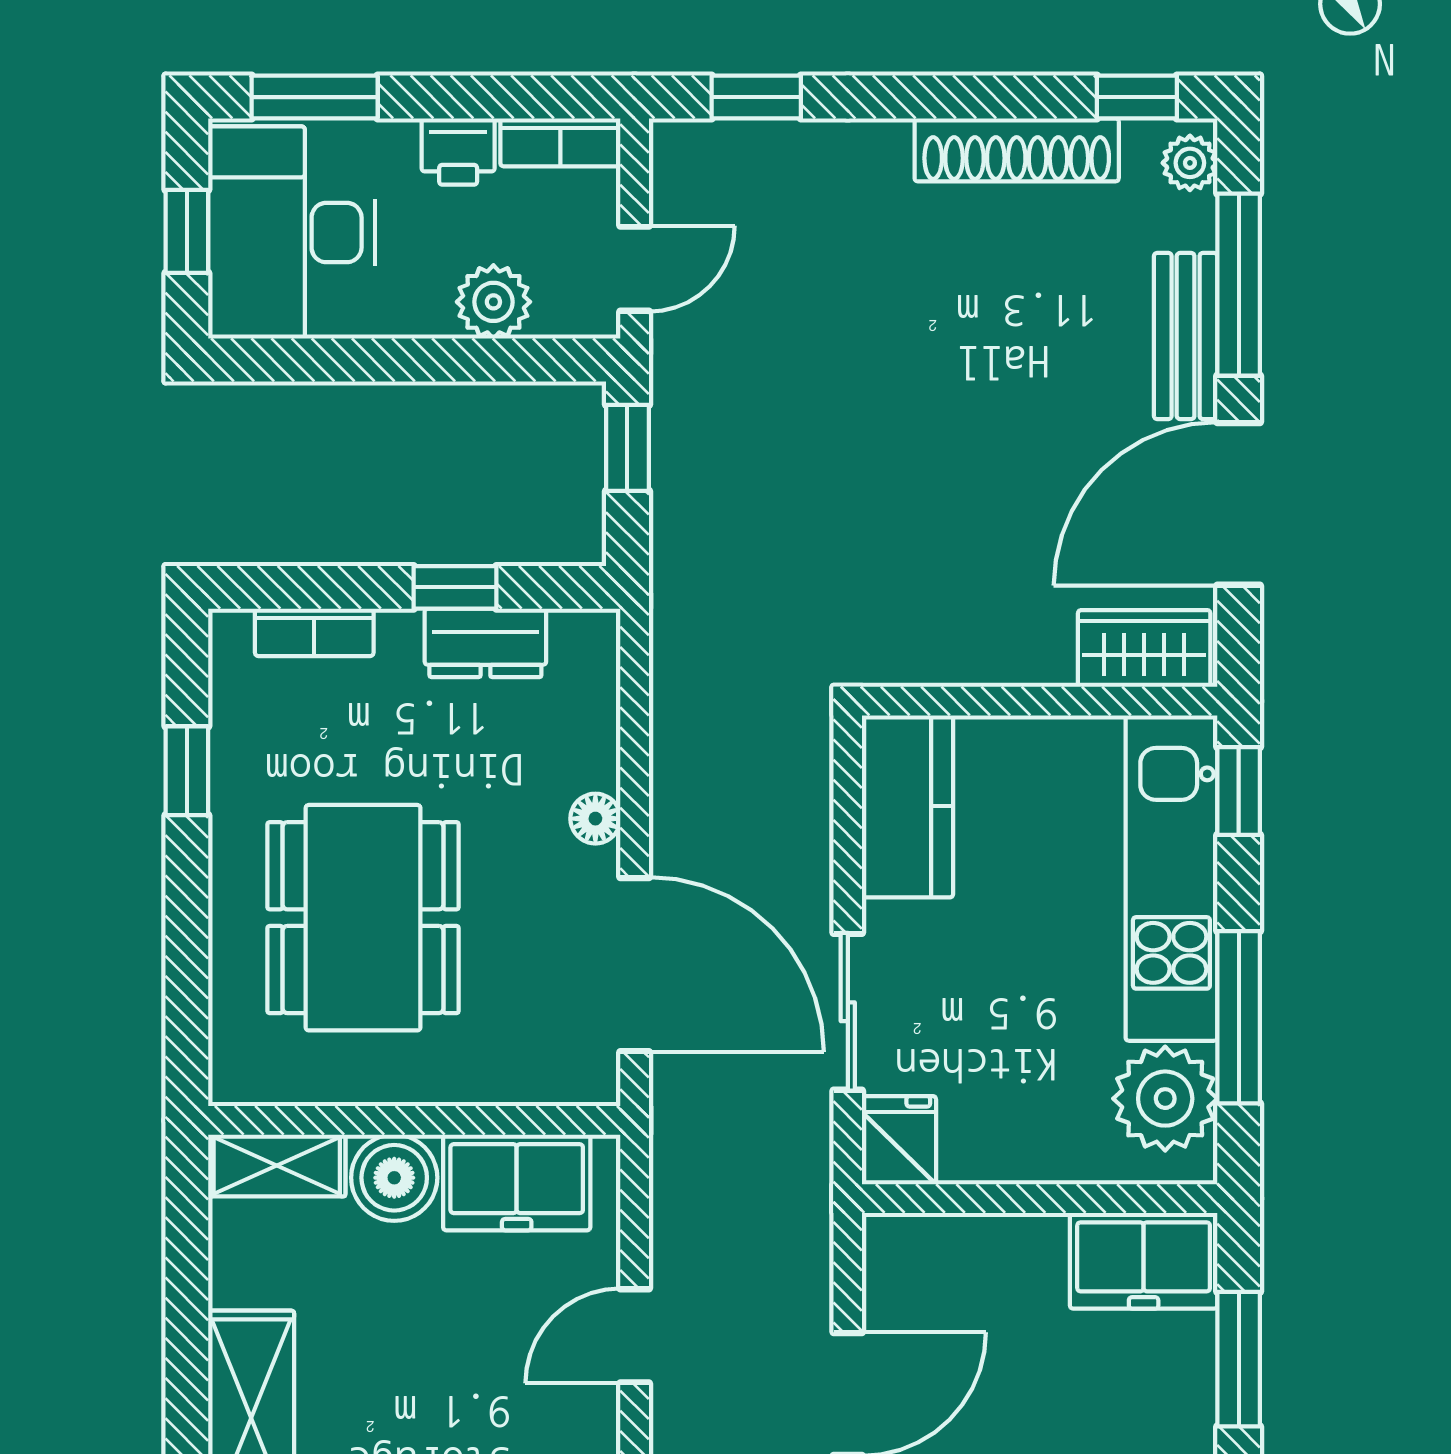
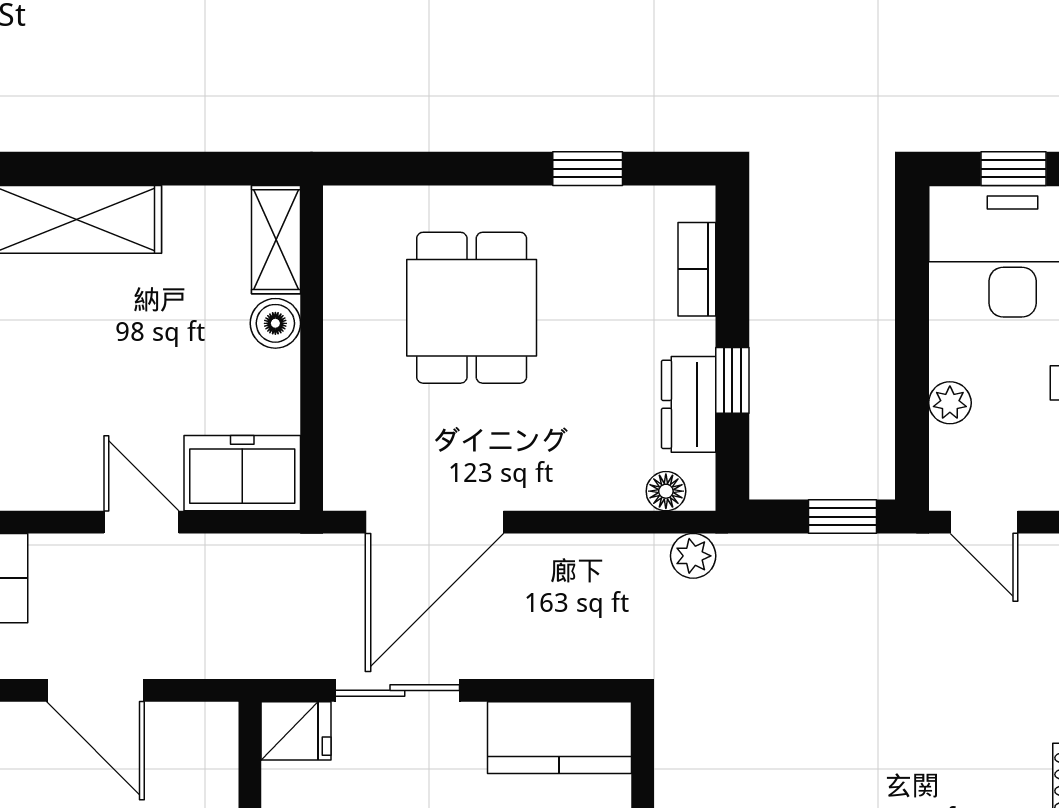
plant: (493, 302) -> (950, 403), width x0.73, depth x0.73
plant: (677, 637) -> (693, 556), added
floor lamp: (595, 819) -> (666, 491), moved
dining table: (363, 918) -> (472, 308), width x0.73
boiler: (394, 1178) -> (275, 323), width x0.73, depth x0.73
freezer: (517, 1182) -> (242, 473), moved, turned 90

